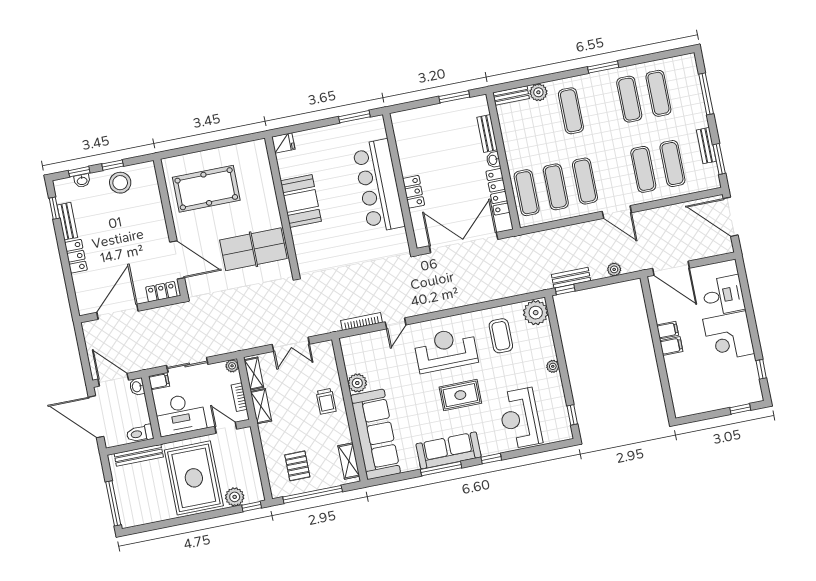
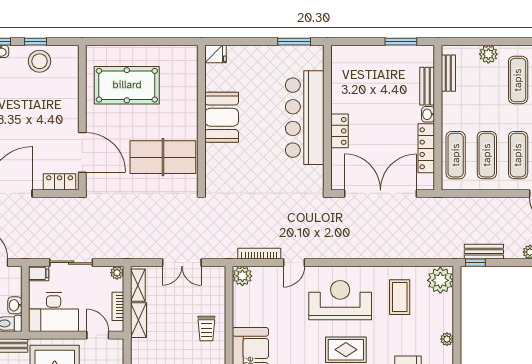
bench: (511, 96) -> (448, 73), moved, turned 90
plant: (357, 383) -> (242, 276), moved
washbasin: (137, 387) -> (15, 305), moved

